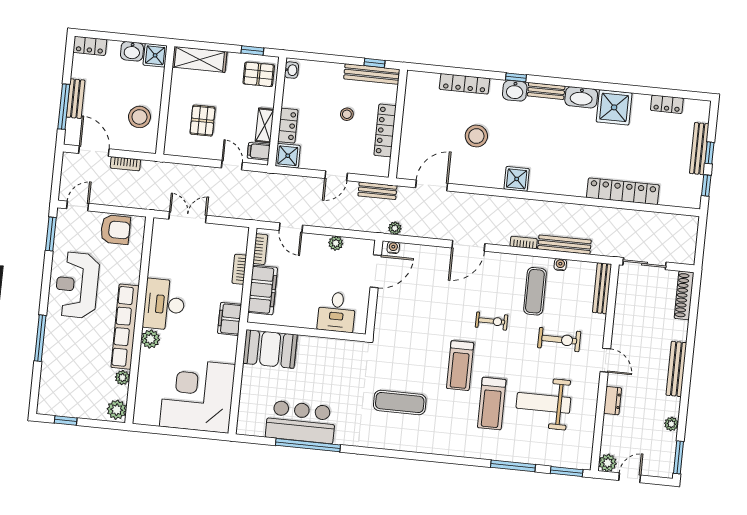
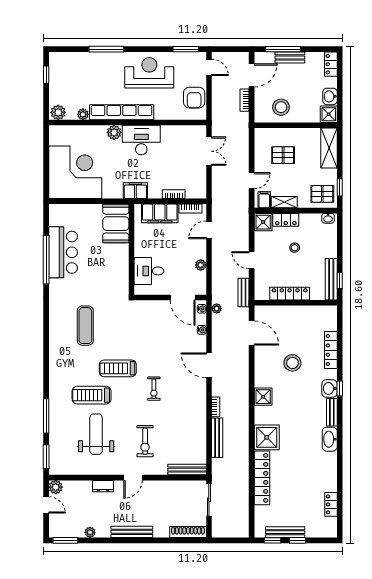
pallet: (259, 74) -> (322, 194), turned 90
shower: (614, 107) -> (267, 437), moved
stool: (347, 114) -> (295, 248), moved
bench: (699, 149) -> (285, 532), moved
water cooler: (560, 265) -> (202, 330), moved
exercise mat: (535, 291) -> (180, 419), removed

